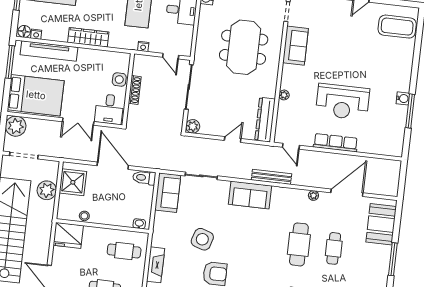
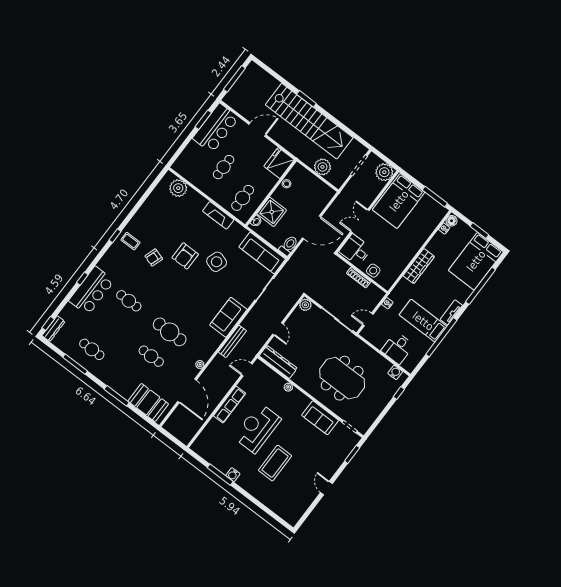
coffee table: (397, 27) -> (275, 463), moved
tv unit: (49, 51) -> (426, 231), removed
shower: (73, 182) -> (272, 212), moved
sofa: (168, 193) -> (262, 253), width x1.36

